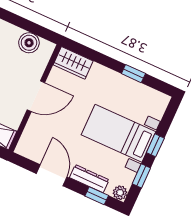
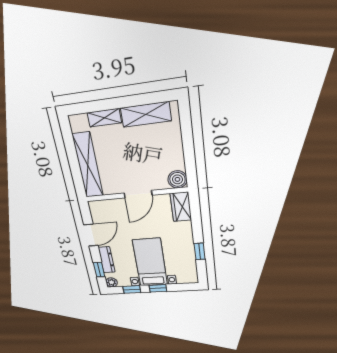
boiler: (29, 43) -> (177, 179), moved
door: (36, 96) -> (138, 194), hinge flipped

